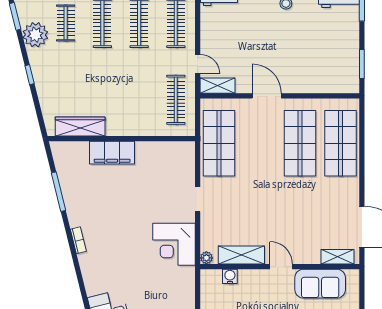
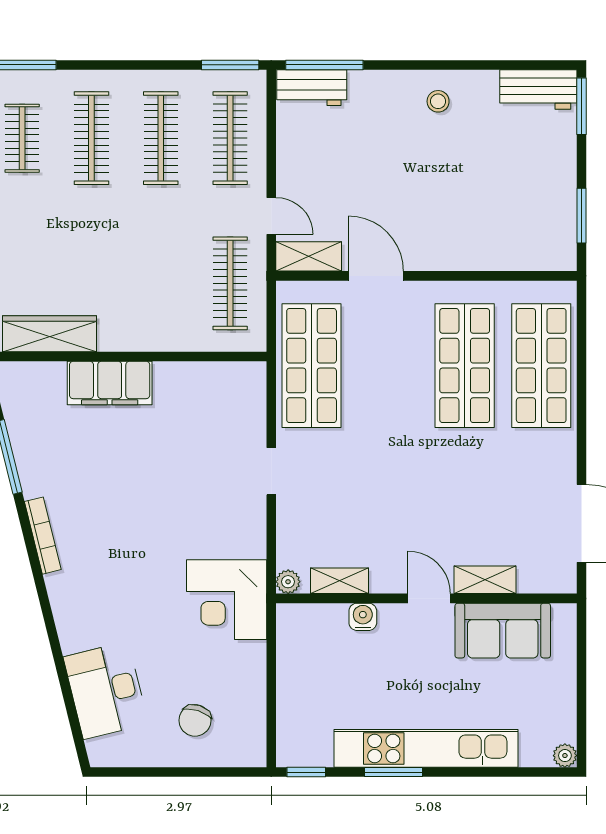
door: (267, 96) -> (376, 276), moved
bookcase: (78, 240) -> (43, 536), width x1.56
corner desk: (174, 244) -> (227, 600), moved
shelving: (241, 255) -> (339, 581), width x0.67, depth x0.75
shelving: (337, 257) -> (485, 580), moved
water cooler: (230, 276) -> (363, 617), moved

